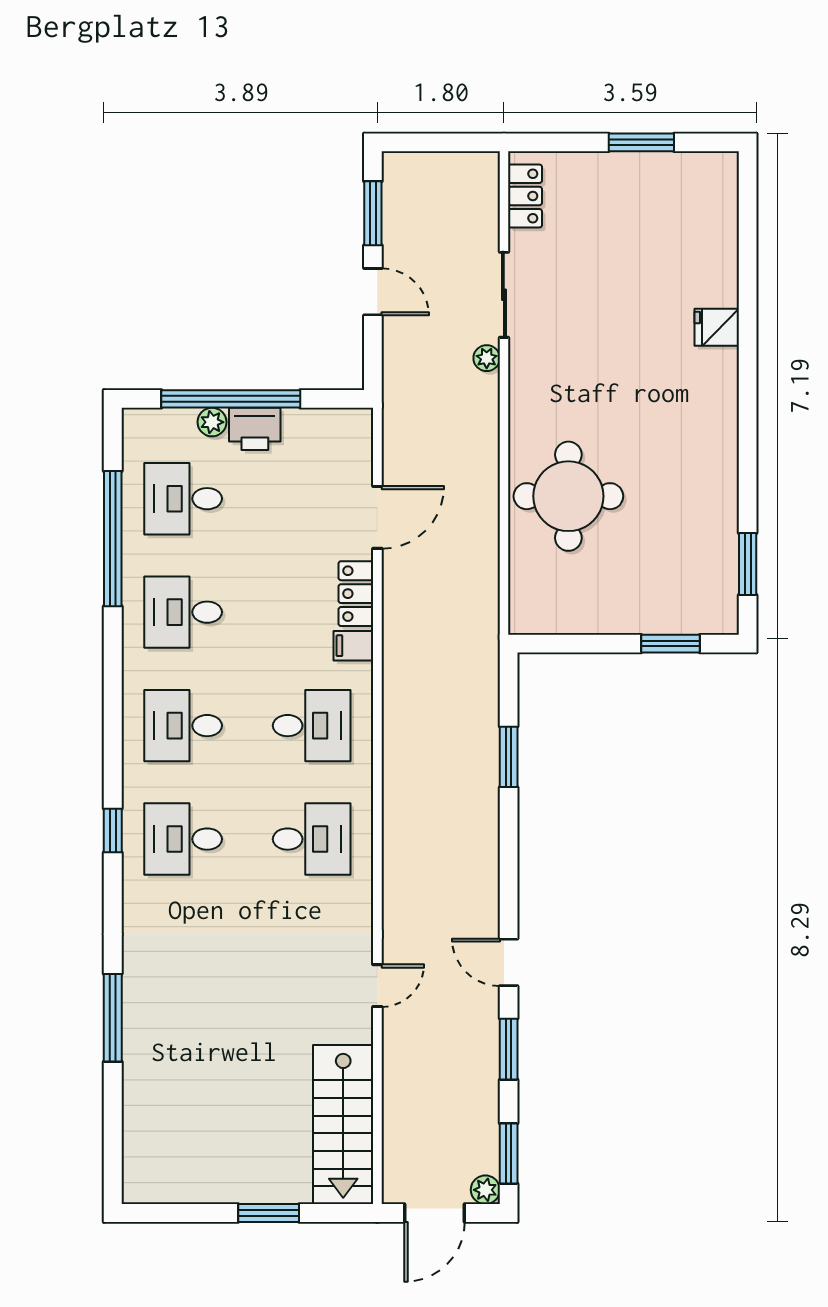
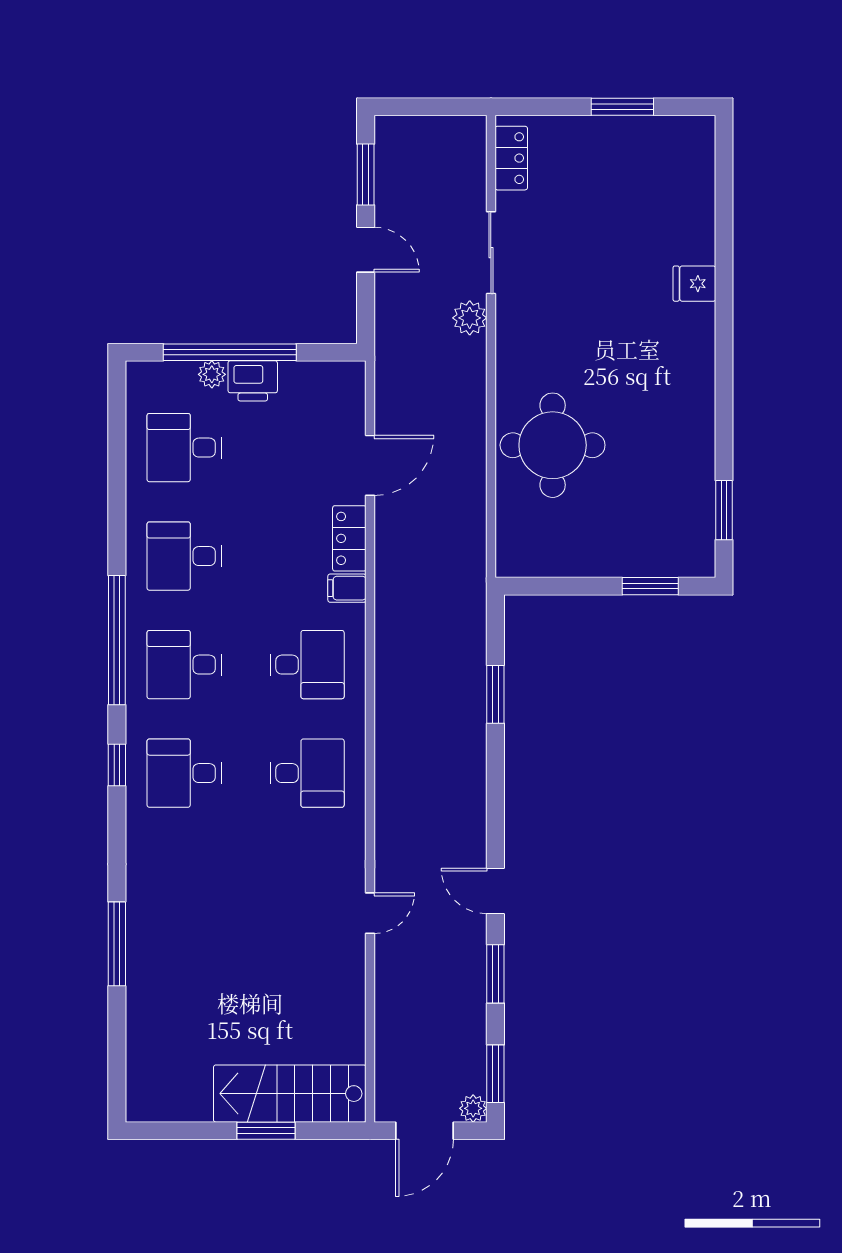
plant: (487, 358) -> (470, 318), width x1.38, depth x1.38
window: (113, 539) -> (117, 640), moved
stairs: (343, 1125) -> (290, 1094), moved, turned 90

